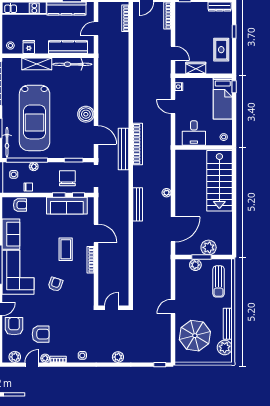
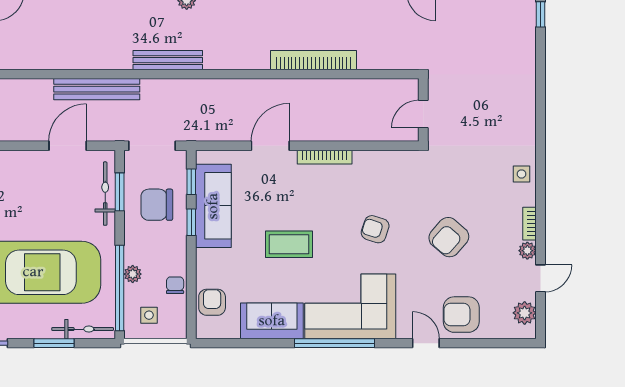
boiler: (86, 114) -> (25, 167), removed
bookcase: (138, 144) -> (314, 60), moved
bicycle: (73, 153) -> (105, 194), added
bench: (138, 204) -> (168, 60), moved
coffee table: (66, 249) -> (289, 244), moved
door: (111, 308) -> (423, 114), hinge flipped
armchair: (41, 334) -> (449, 237), moved, turned -139
plant: (118, 357) -> (525, 101), removed
door: (32, 365) -> (540, 278), swing flipped

